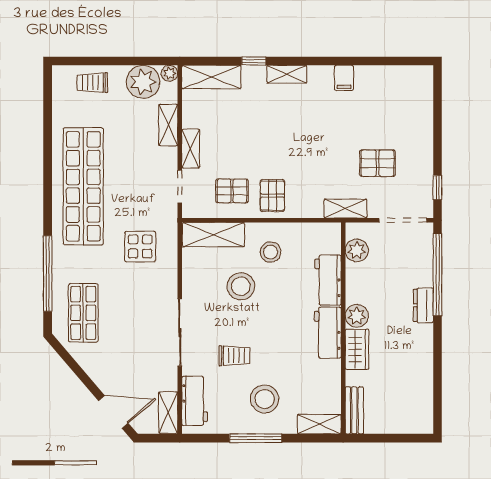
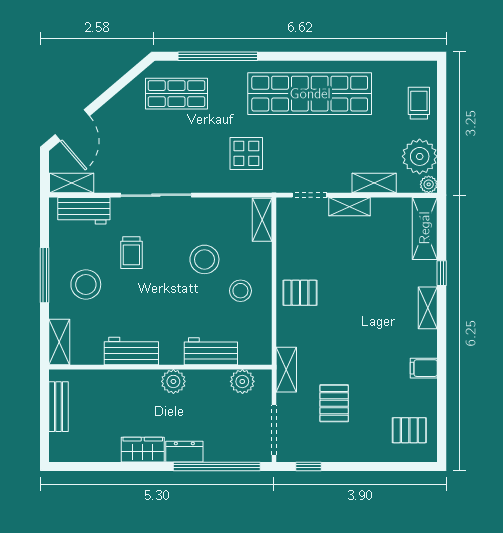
pallet: (232, 191) -> (409, 430), moved, turned 90
shelving: (213, 235) -> (262, 220), width x0.67, depth x0.75
workbench: (328, 333) -> (131, 351), moved
wardrobe: (357, 349) -> (143, 450), moved, turned 180
bench: (354, 410) -> (58, 407), moved, turned 90

